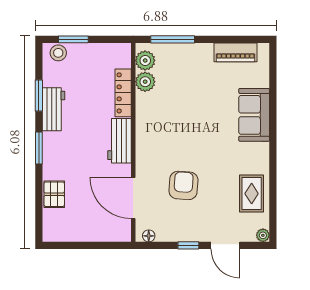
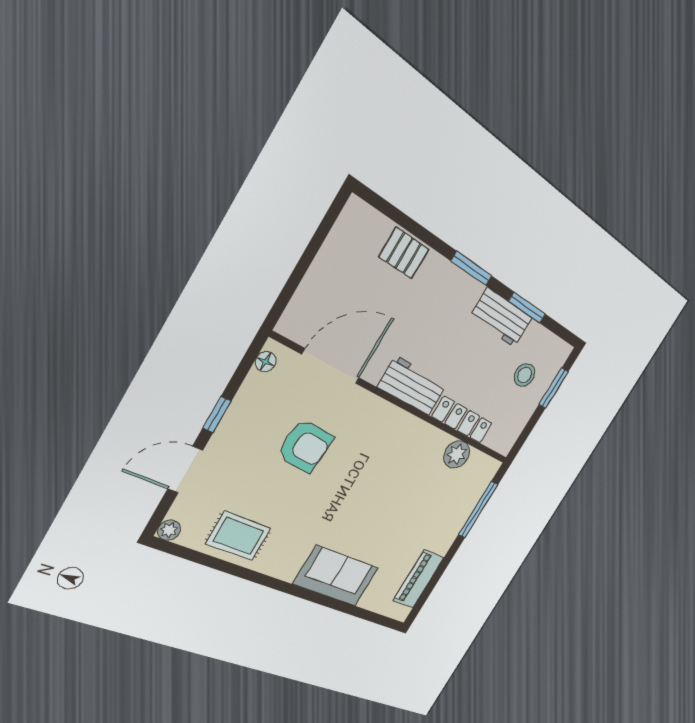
stool: (58, 53) -> (525, 375), moved
plant: (145, 60) -> (478, 466), removed

